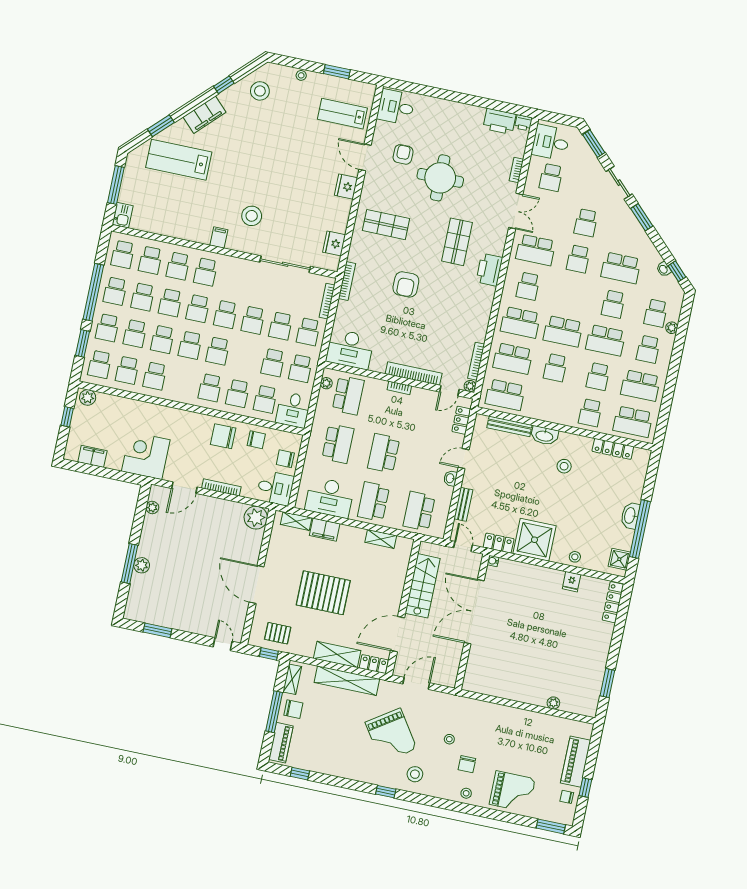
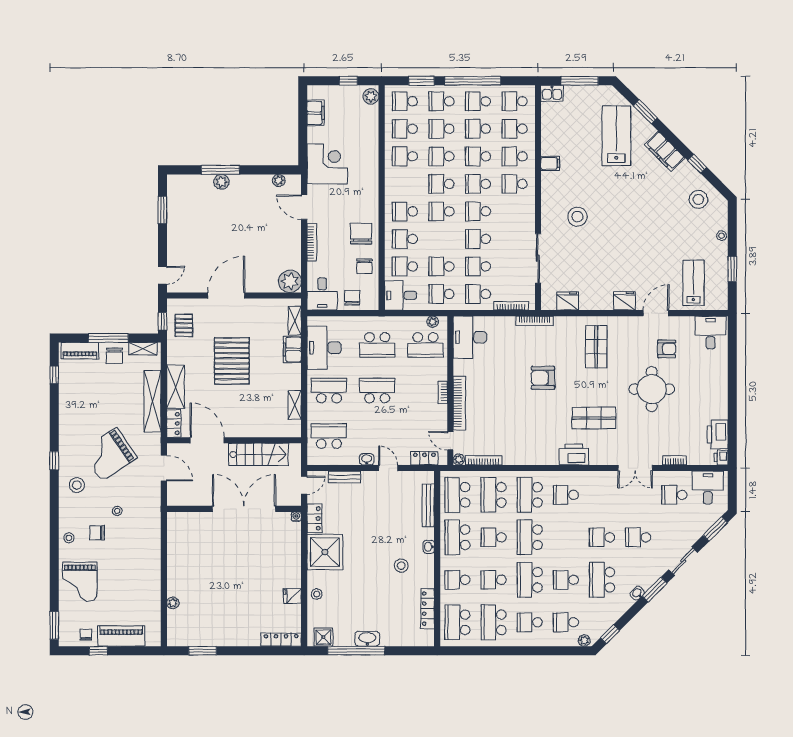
filing cabinet: (219, 237) -> (550, 163), moved
school desk: (536, 250) -> (457, 537), moved
washbasin: (664, 269) -> (637, 593), moved
plant: (672, 328) -> (584, 640), moved
washbasin: (544, 436) -> (429, 547), width x0.52, depth x0.69

